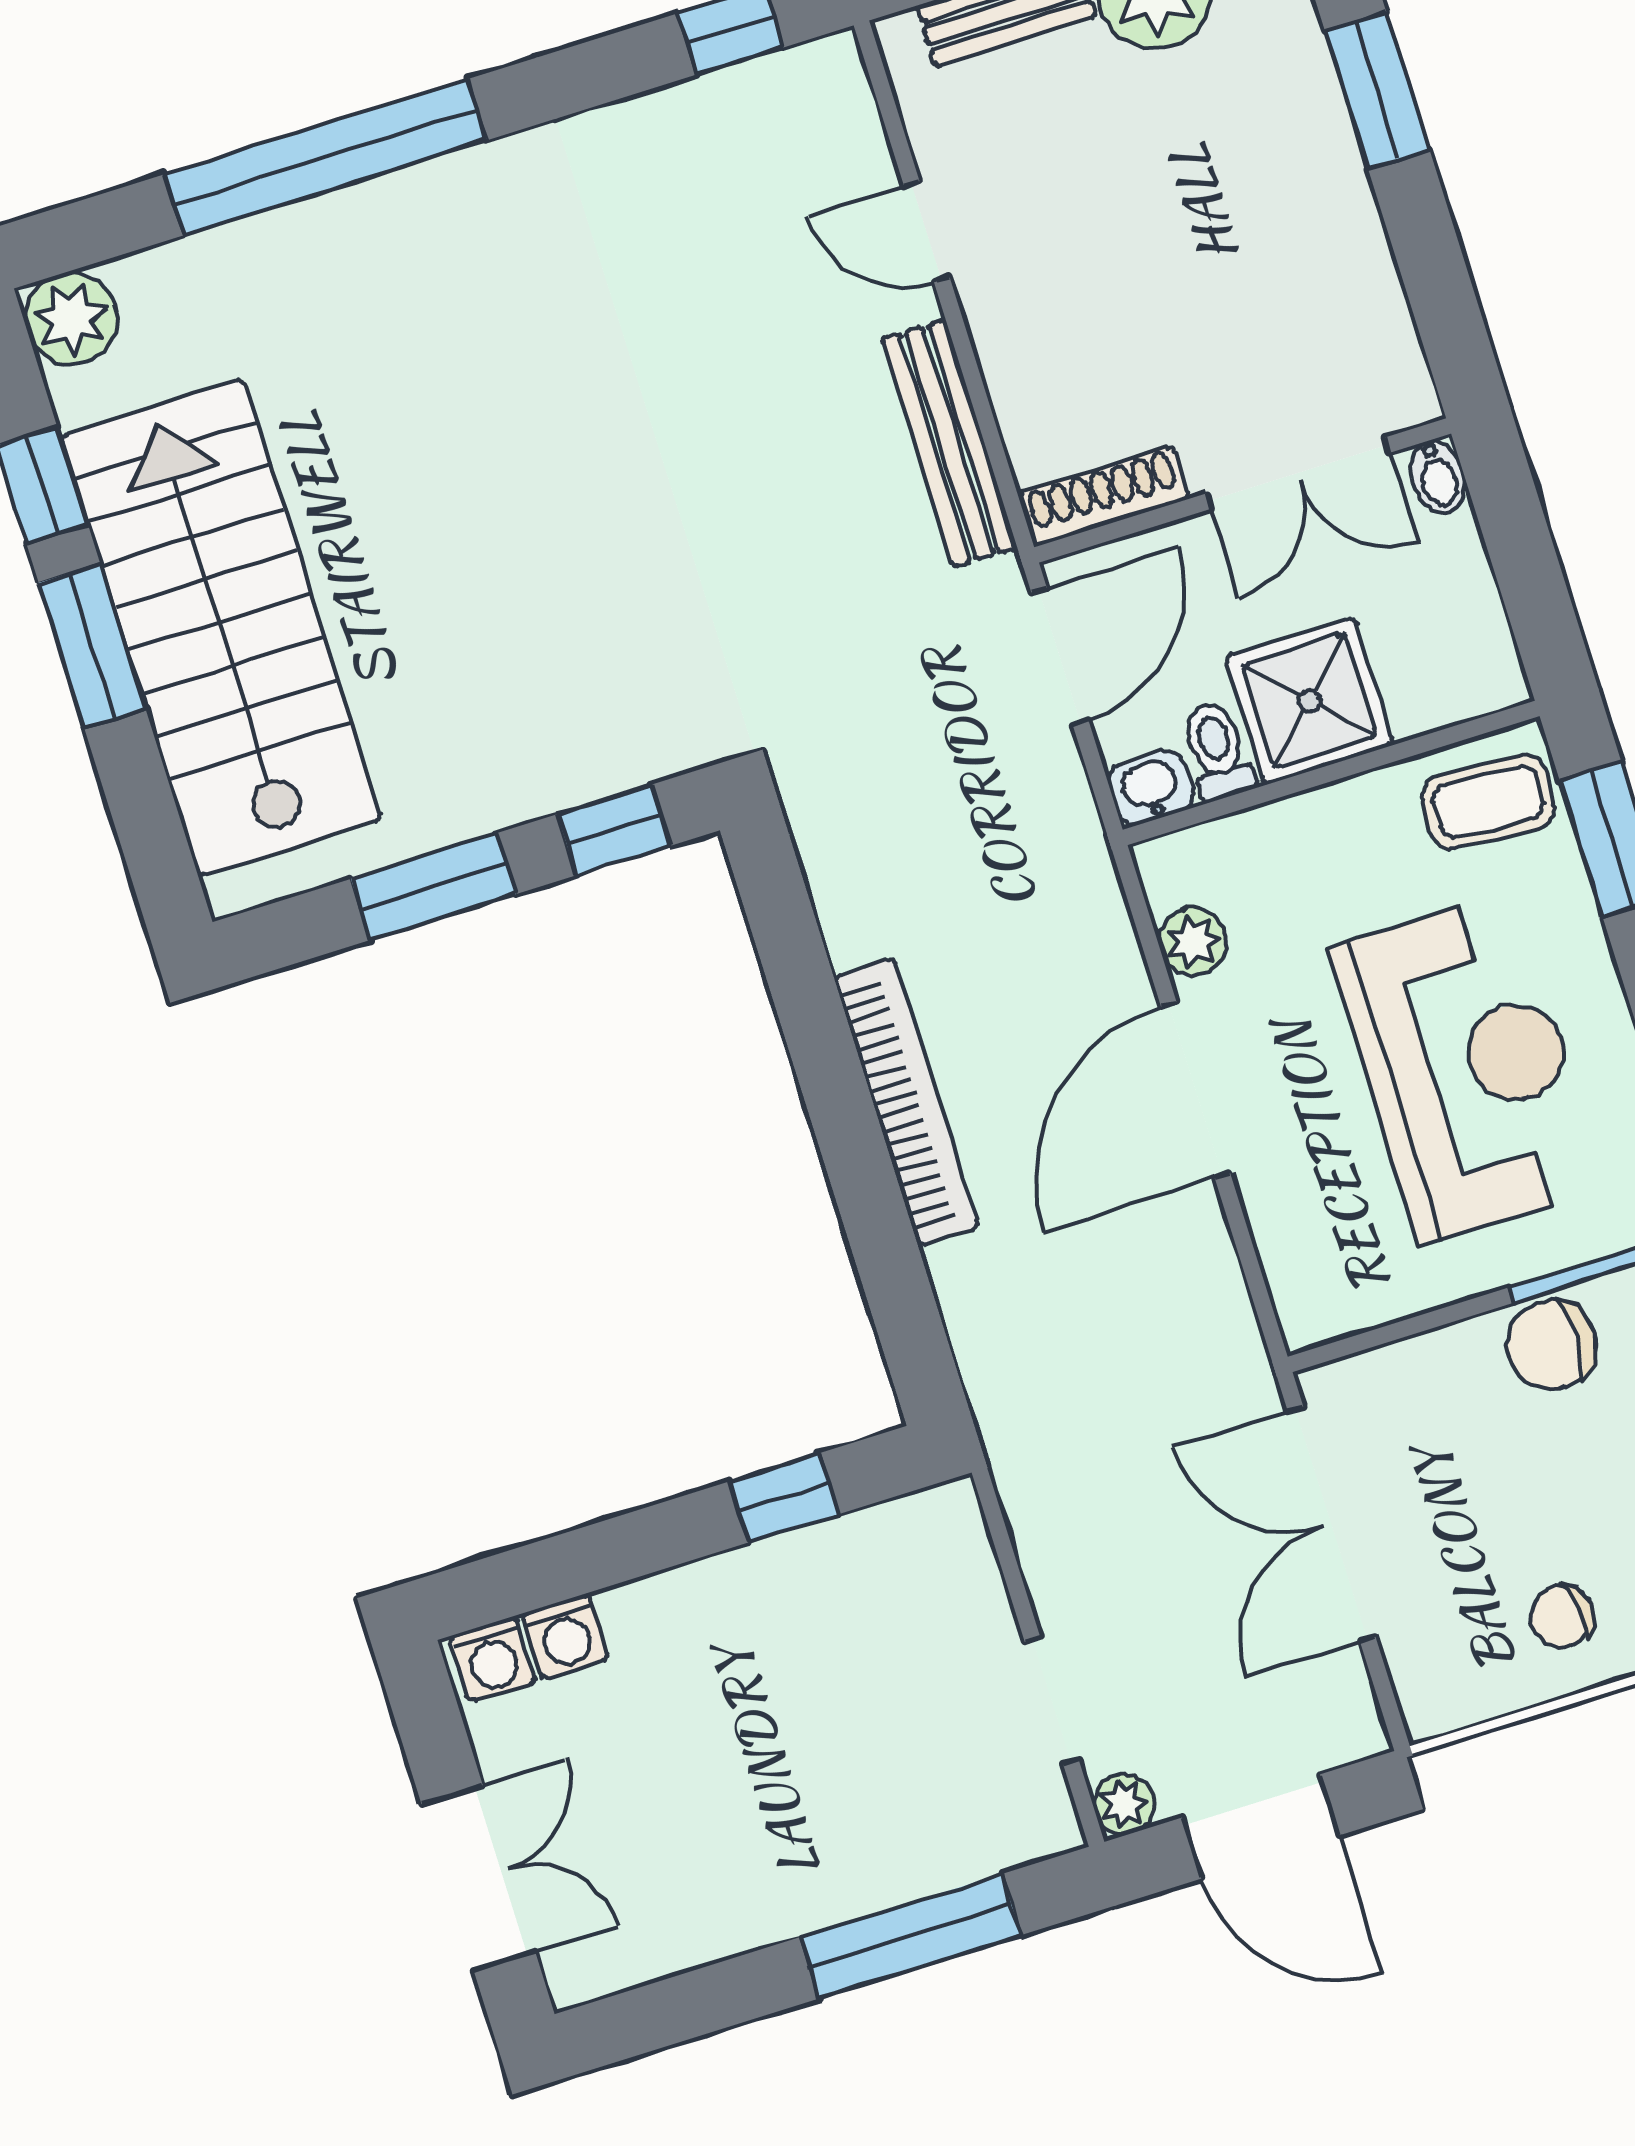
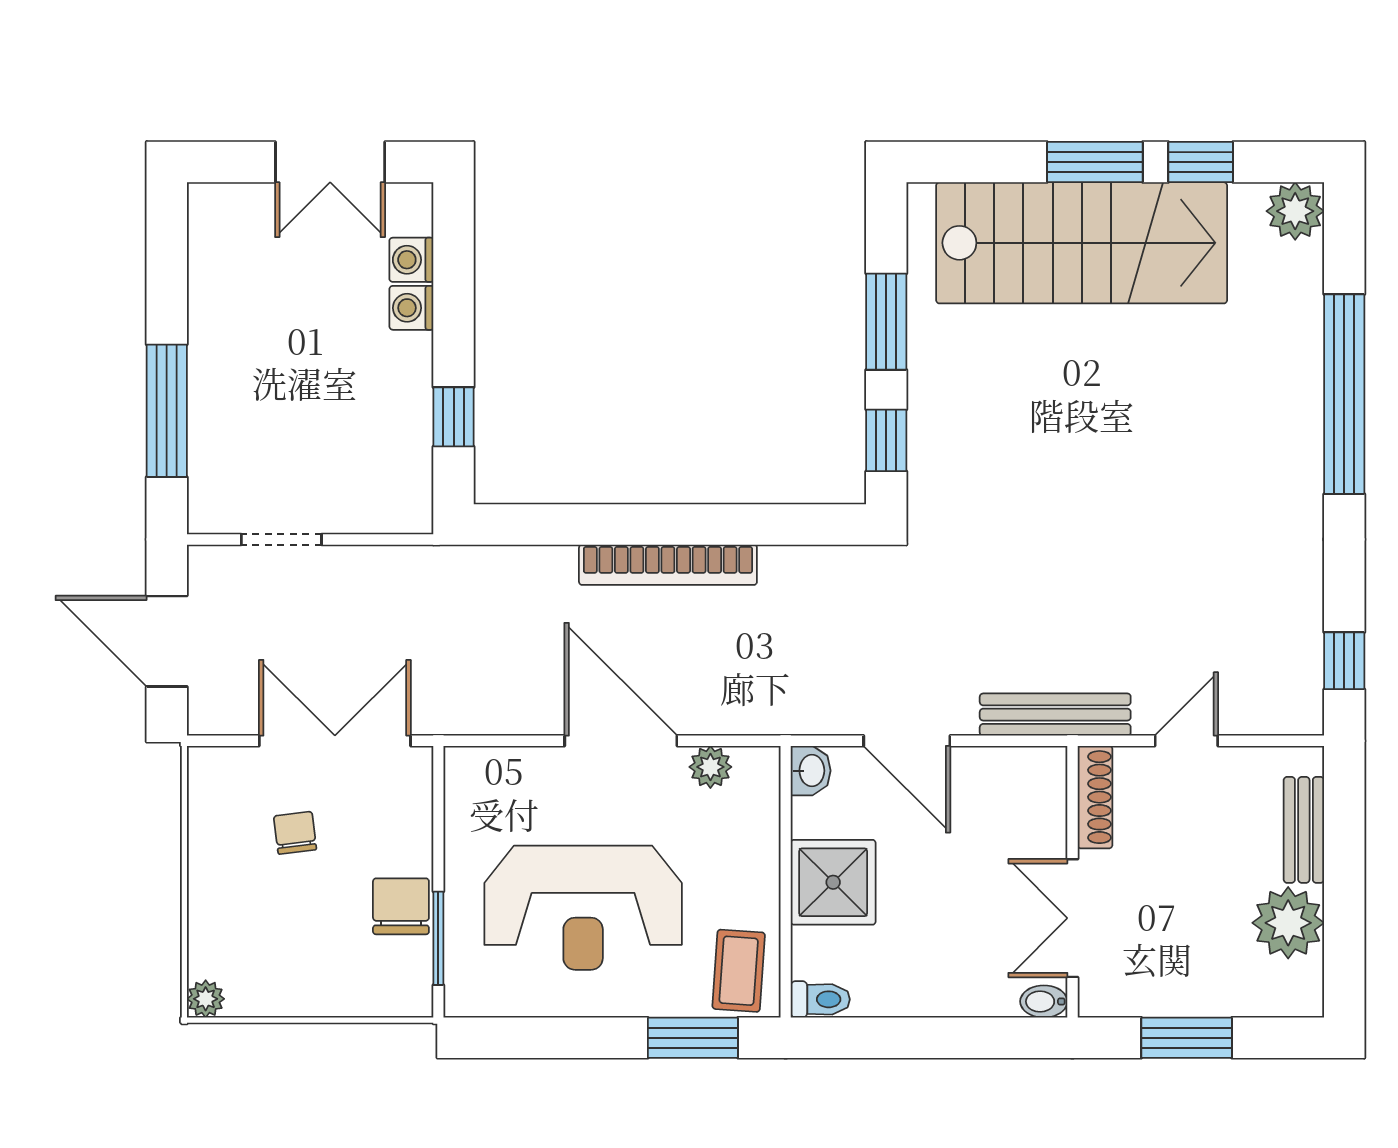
double door: (1298, 473) -> (1072, 918), moved
bidet: (1438, 477) -> (1044, 1001), moved
wall: (1243, 490) -> (1072, 882), moved
shoe rack: (1104, 497) -> (1095, 797), moved
toilet: (1217, 751) -> (820, 999), moved
chair: (1562, 1616) -> (295, 833), moved
washing machine: (493, 1659) -> (411, 308), moved
plant: (1124, 1804) -> (206, 564), removed
door: (1261, 1826) -> (167, 641), hinge flipped
double door: (478, 1878) -> (330, 162), moved

